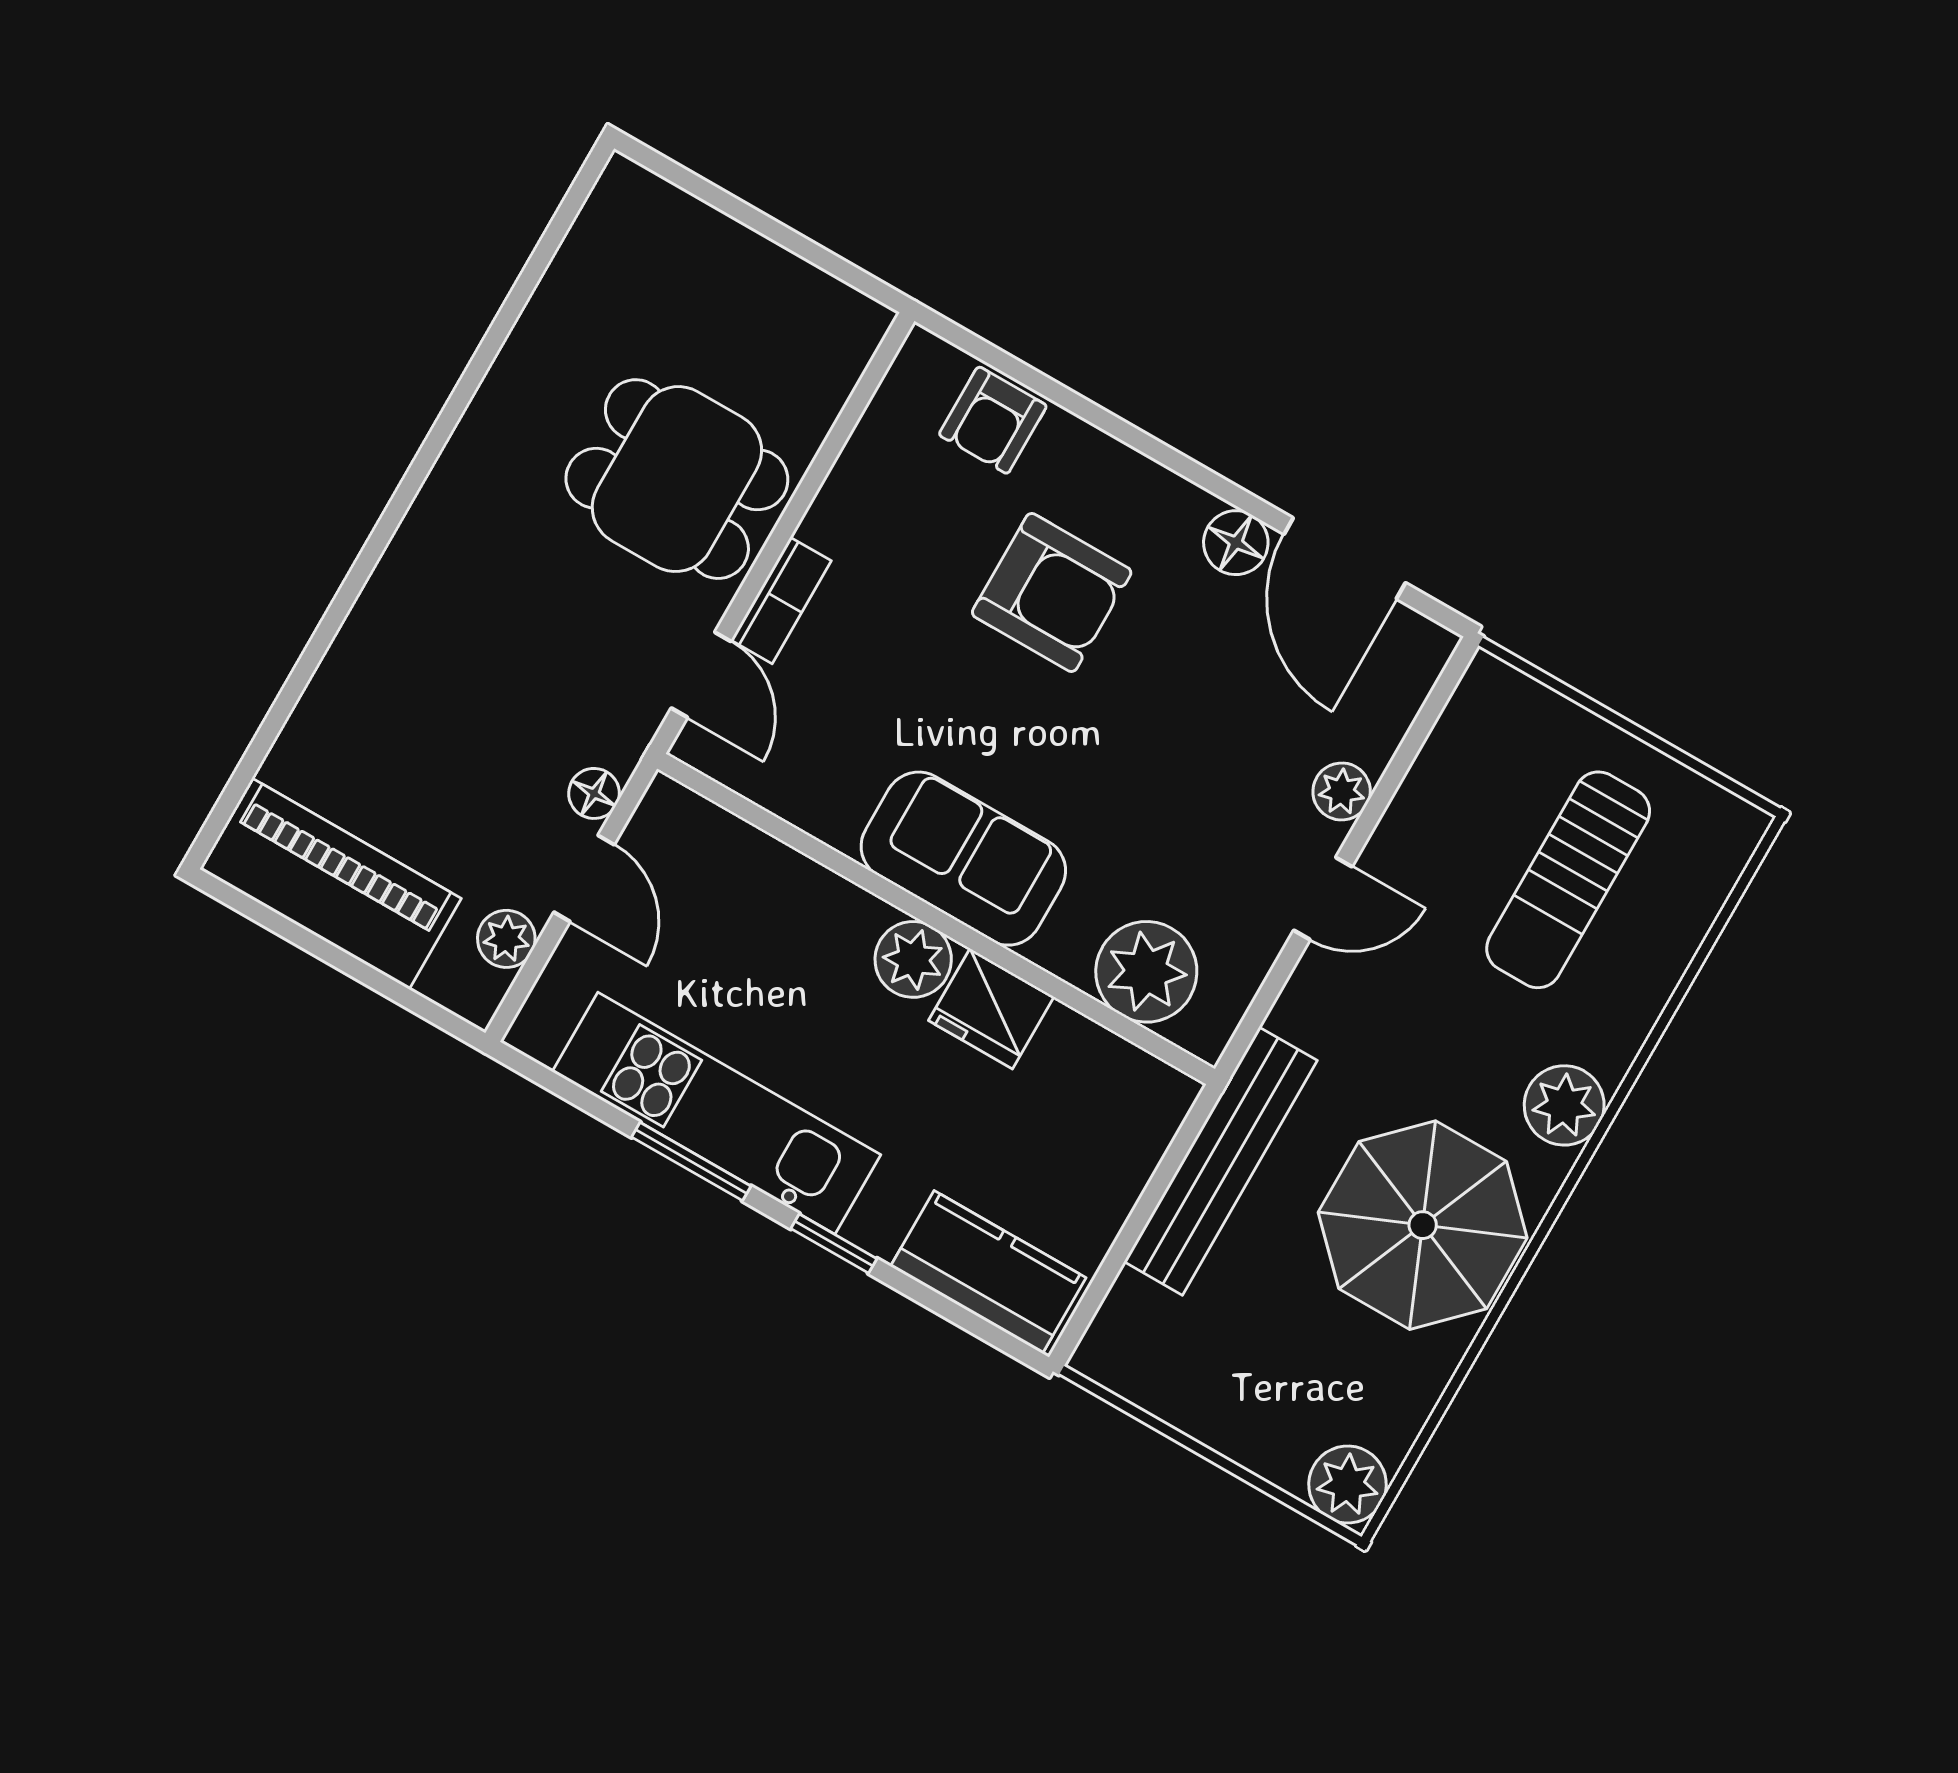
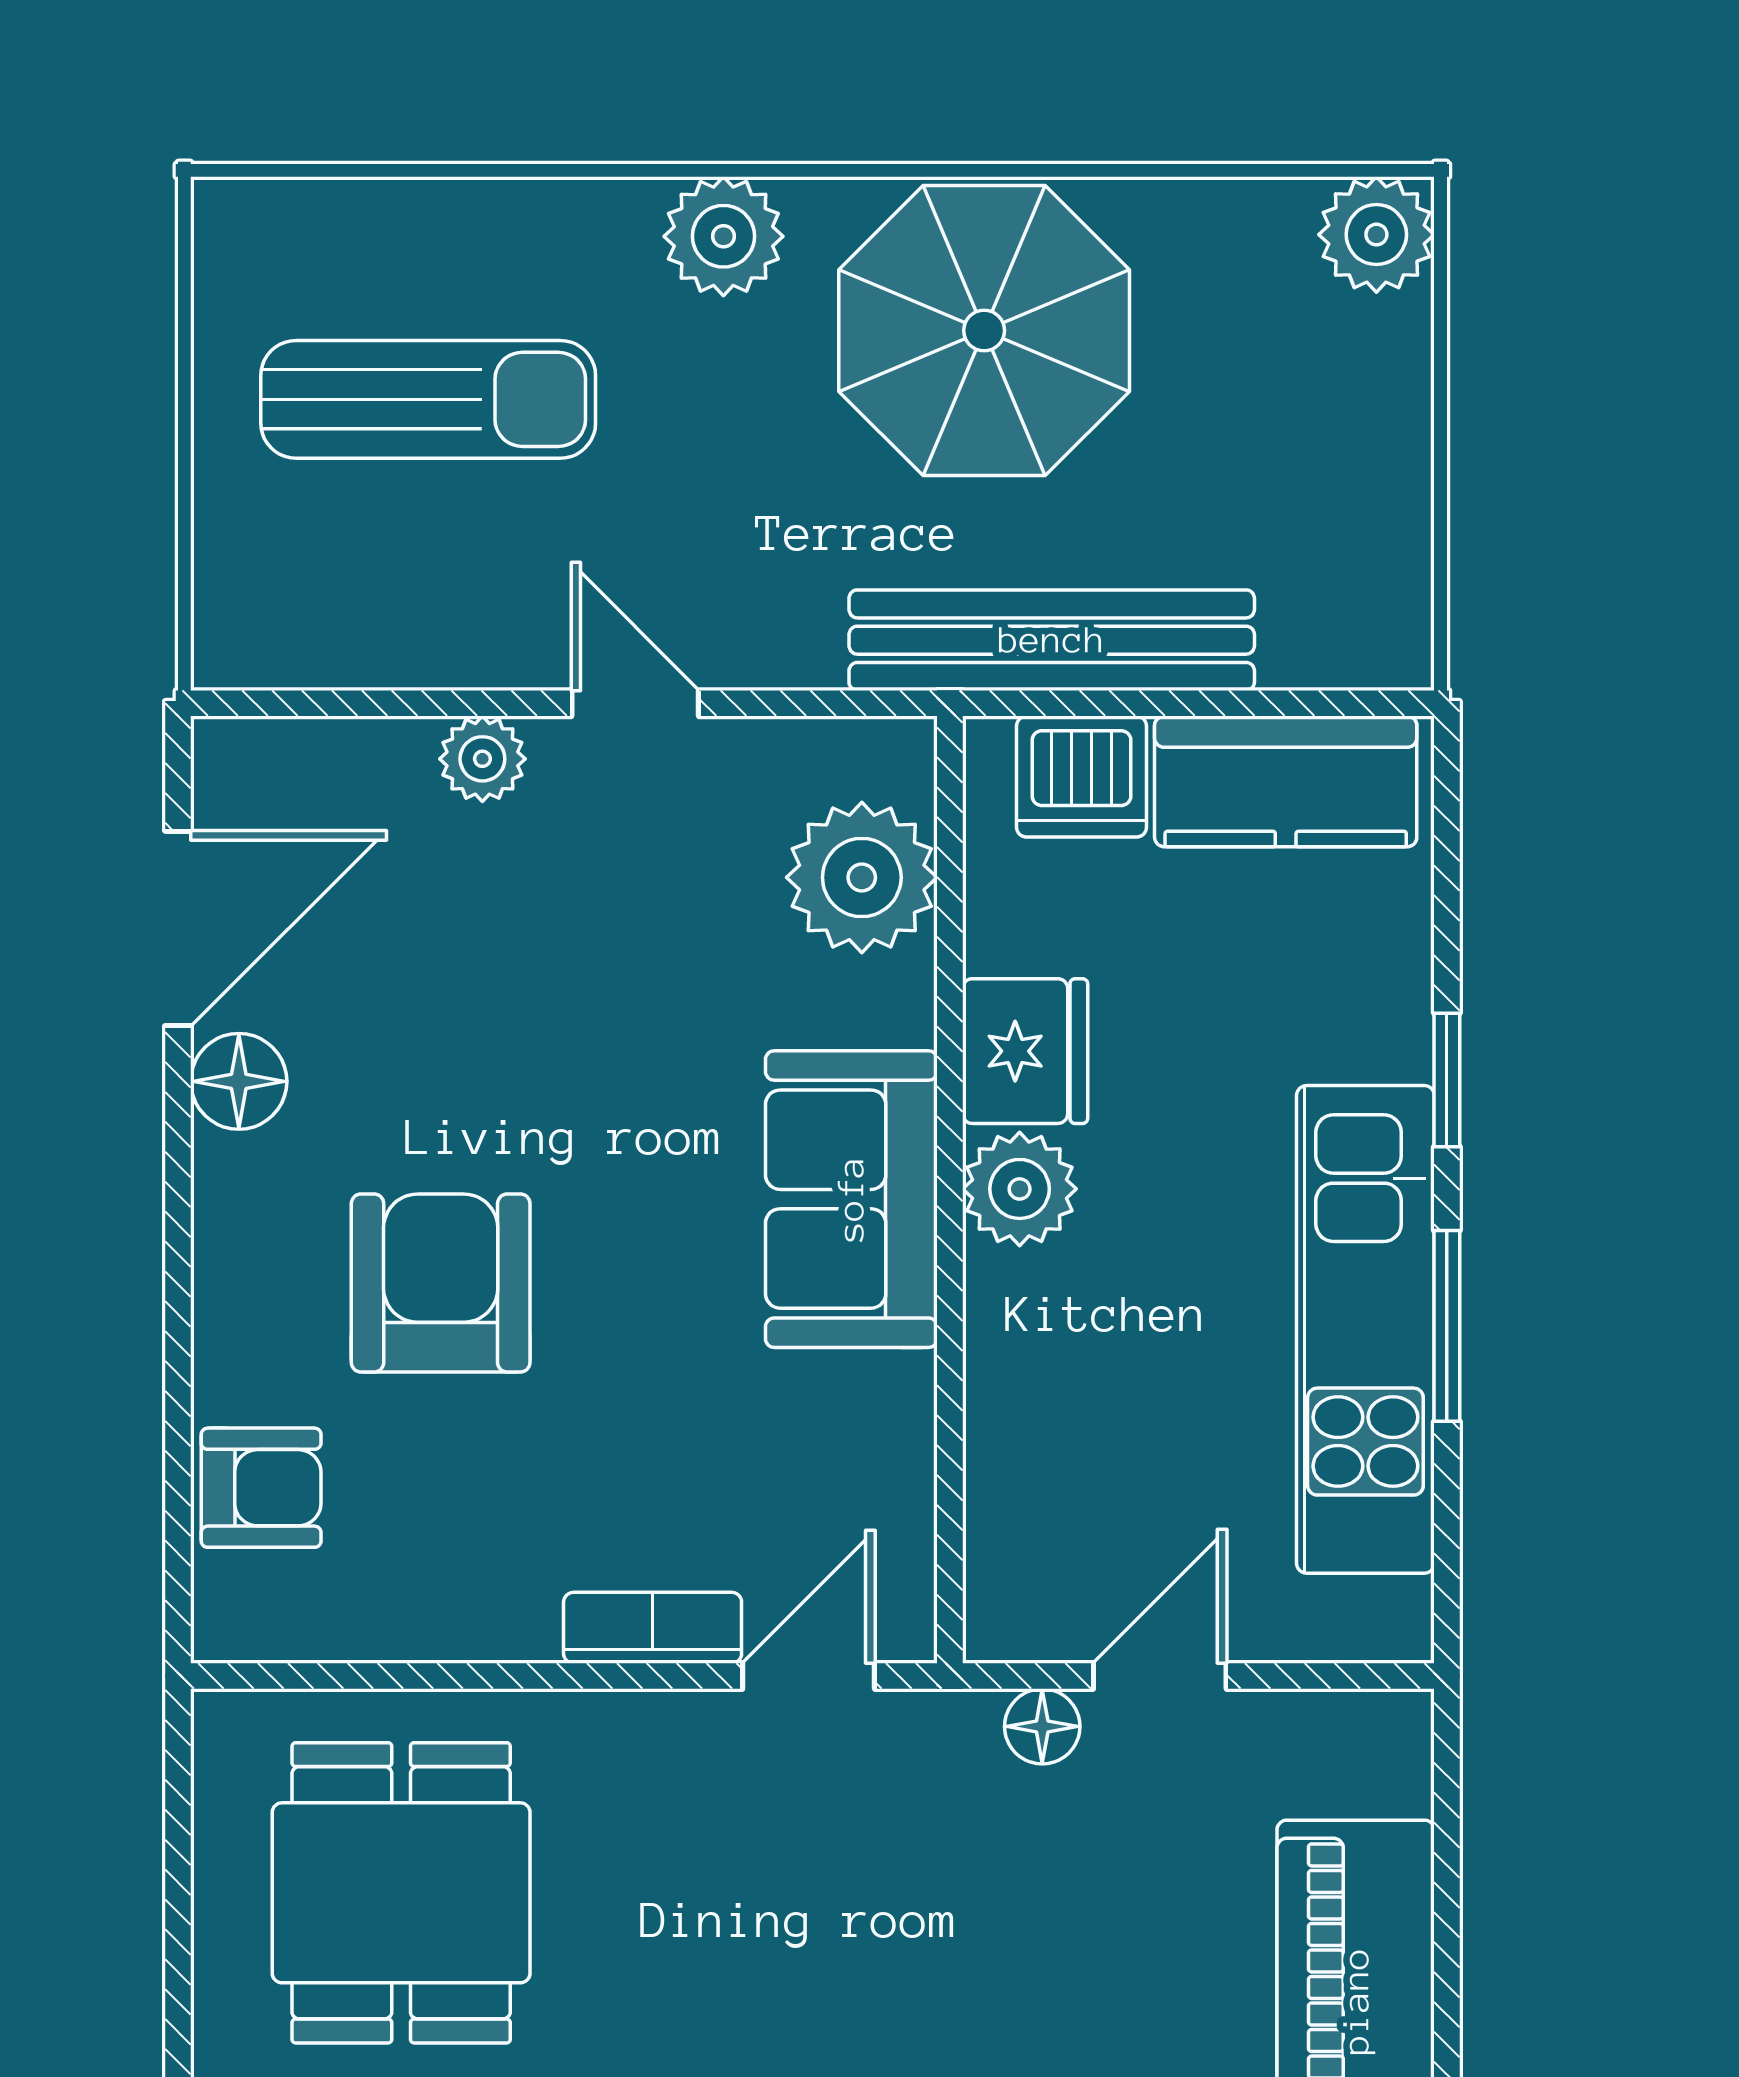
dining table: (677, 479) -> (401, 1893), moved
plant: (506, 939) -> (1296, 1732), removed
dishwasher: (1132, 1133) -> (1082, 777), added
kitchen counter: (988, 1272) -> (1286, 781), moved, turned -90

